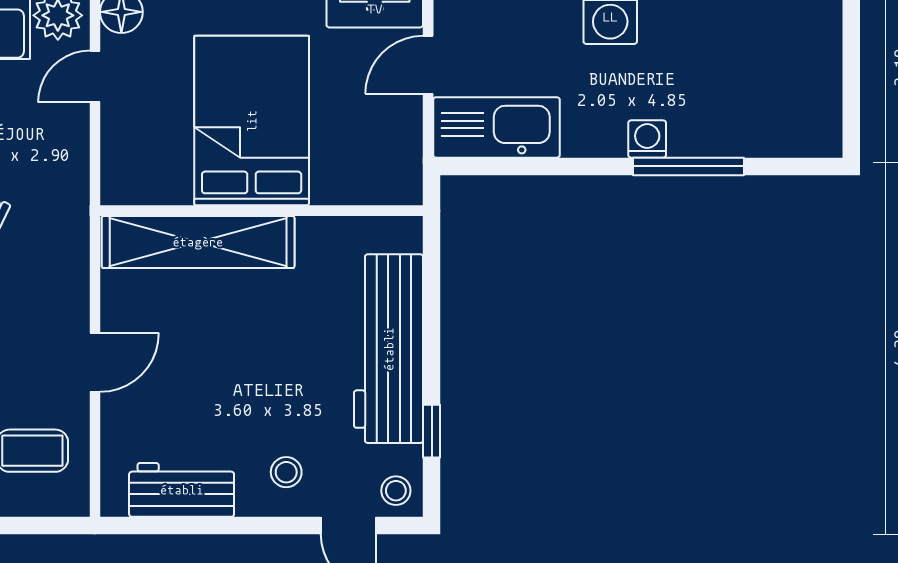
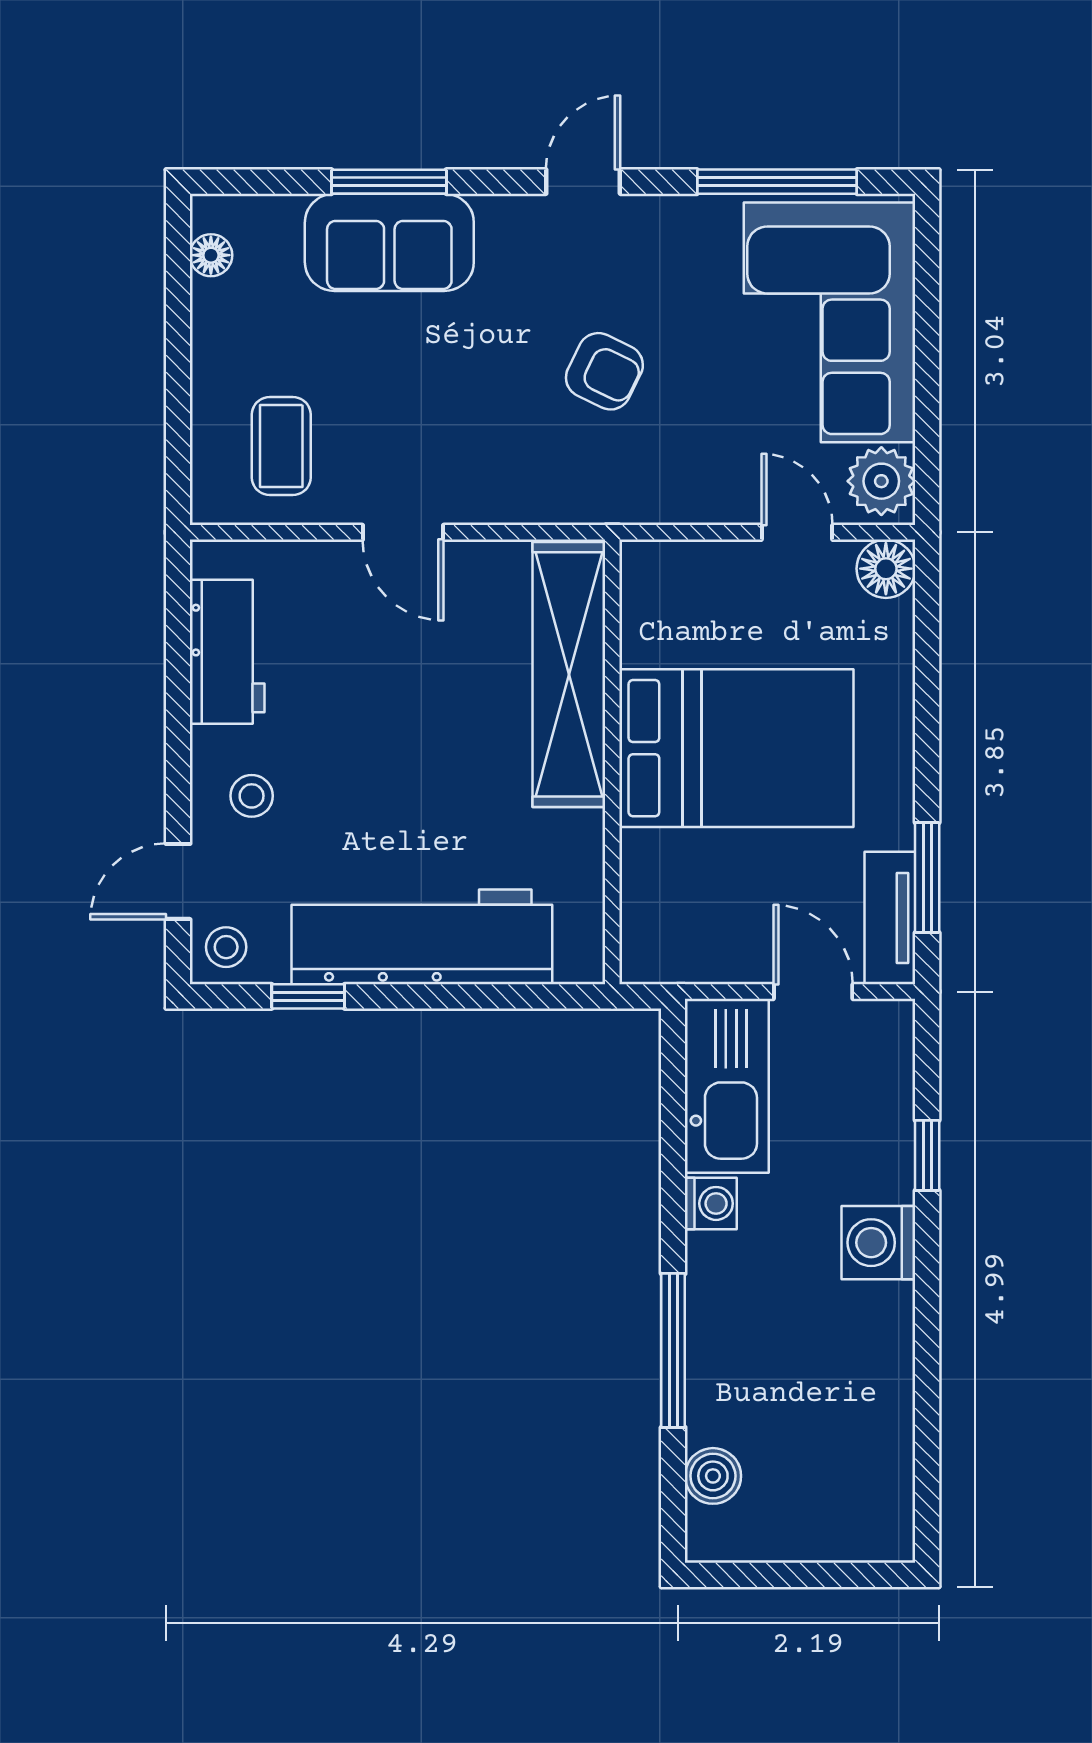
boiler: (780, 137) -> (713, 1476), added
washing machine: (647, 139) -> (711, 1203), moved

